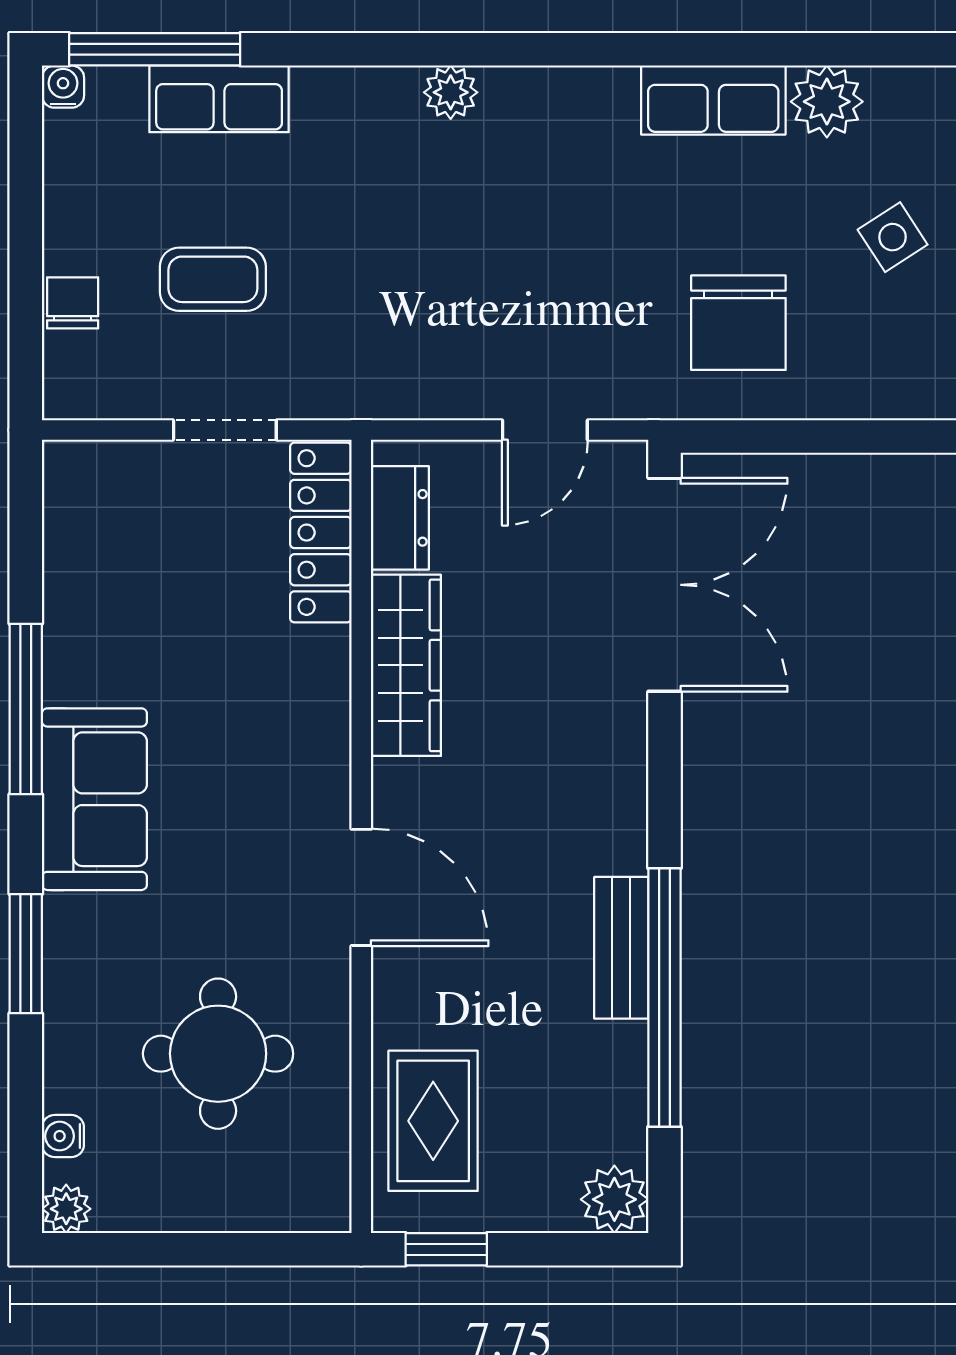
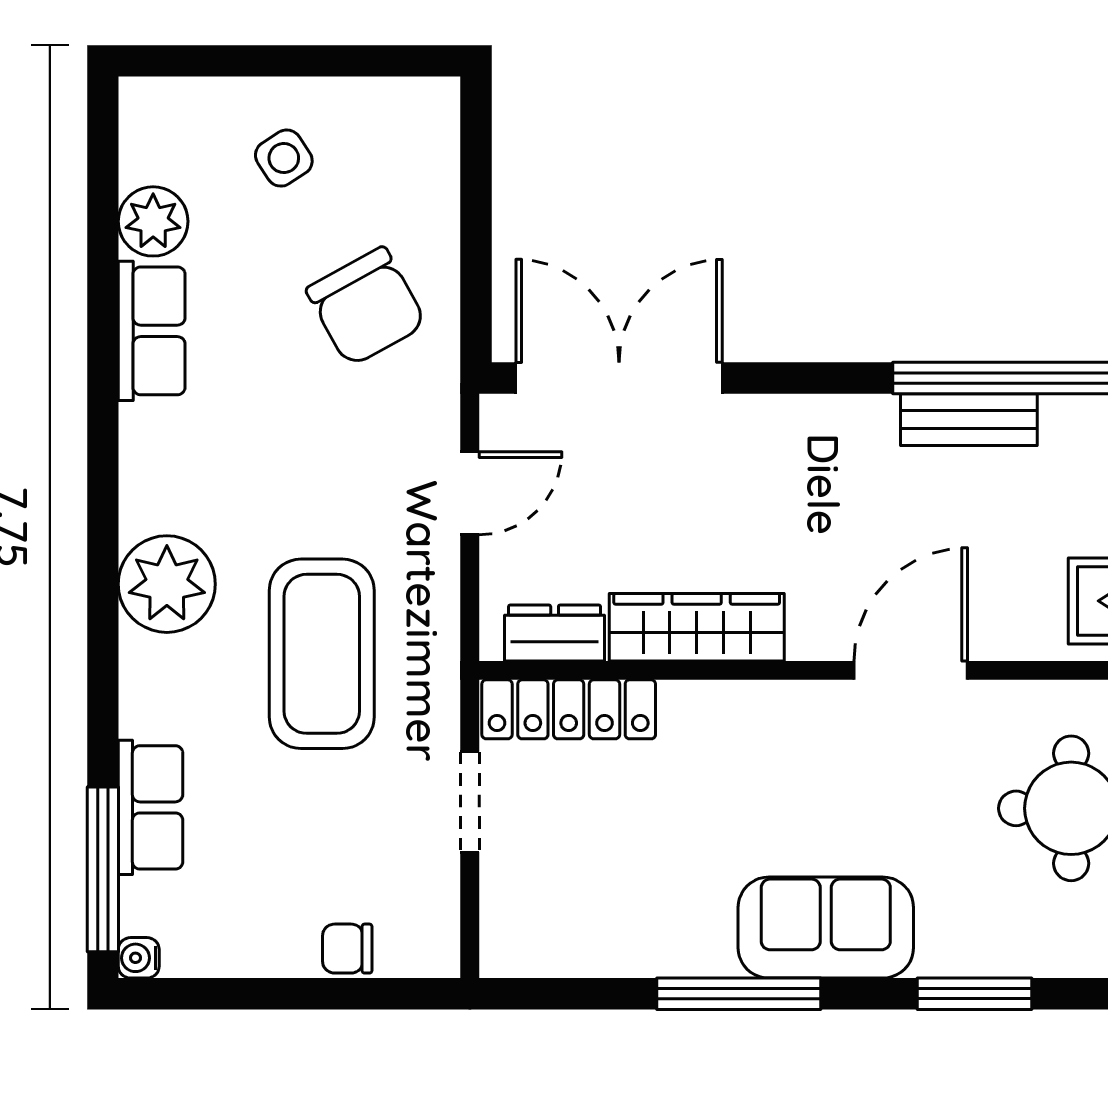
plant: (451, 92) -> (167, 584), width x1.88, depth x1.88
coffee table: (213, 279) -> (322, 654), moved, width x1.86, depth x1.72
chair: (738, 323) -> (366, 307), turned 61
door: (545, 430) -> (470, 493), hinge flipped

